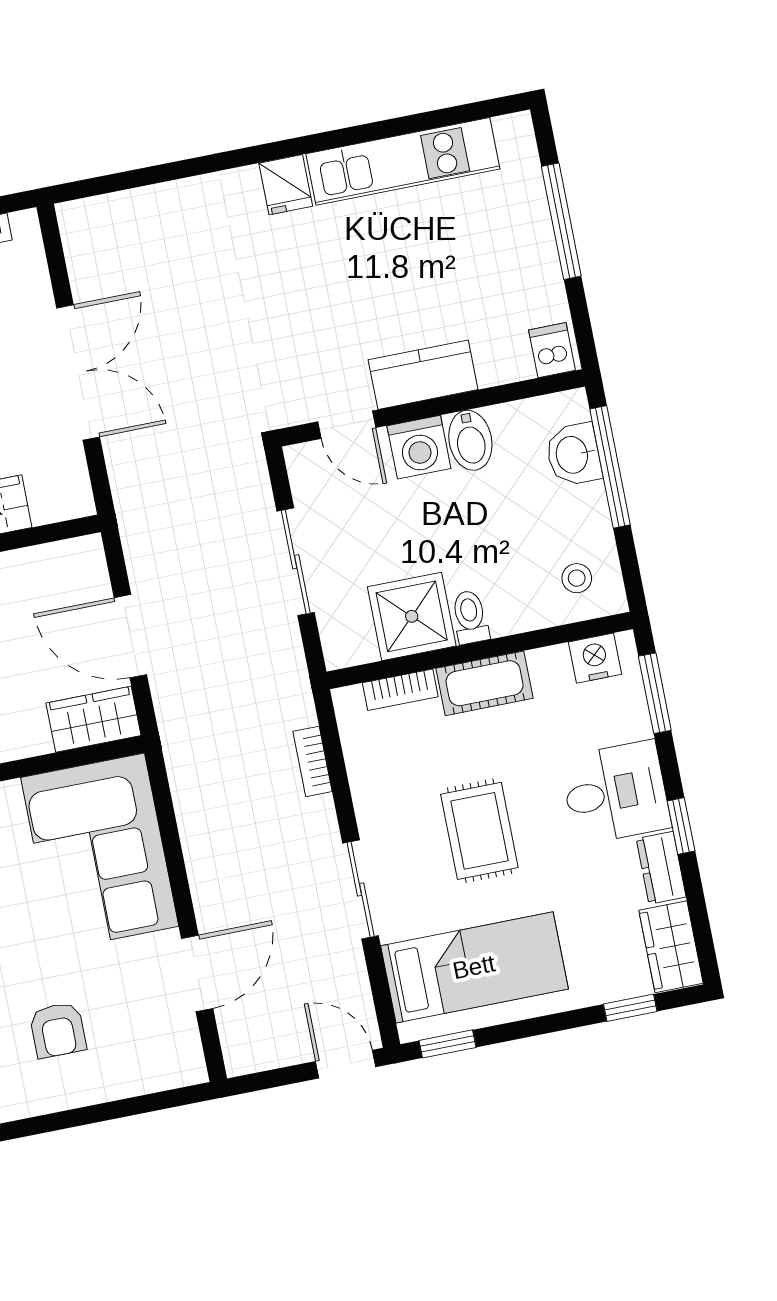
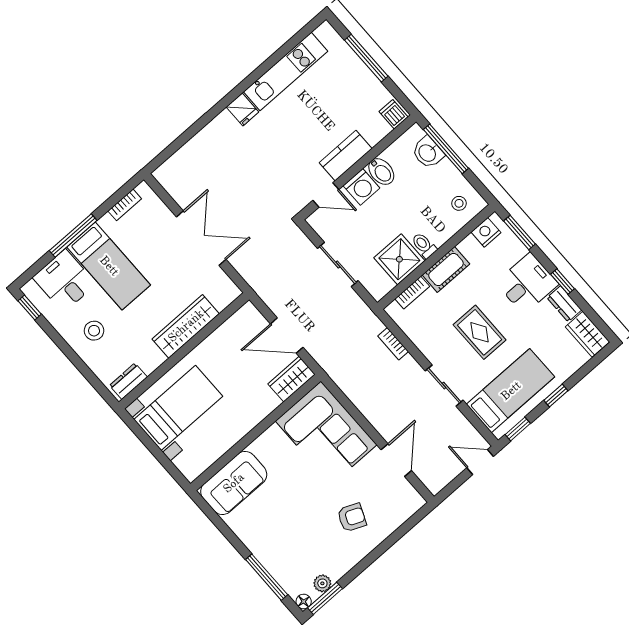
window: (630, 1008) -> (556, 395), moved
armchair: (58, 1030) -> (352, 517), turned -67

